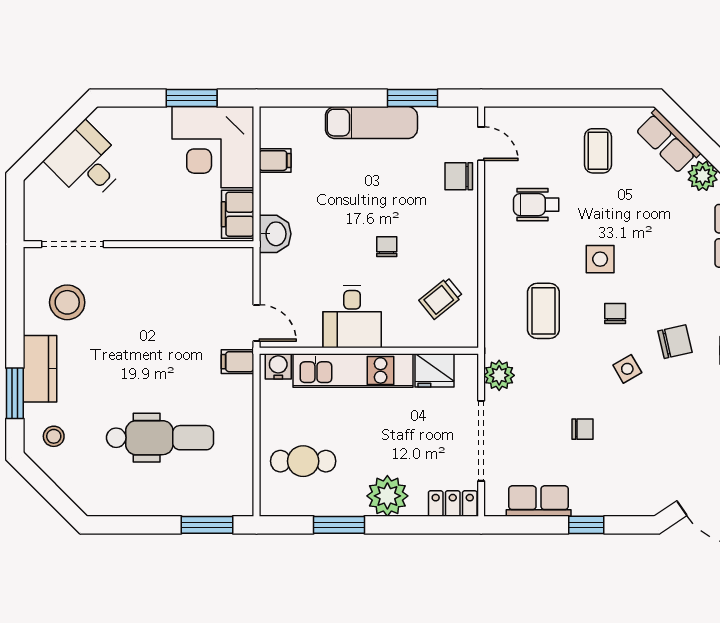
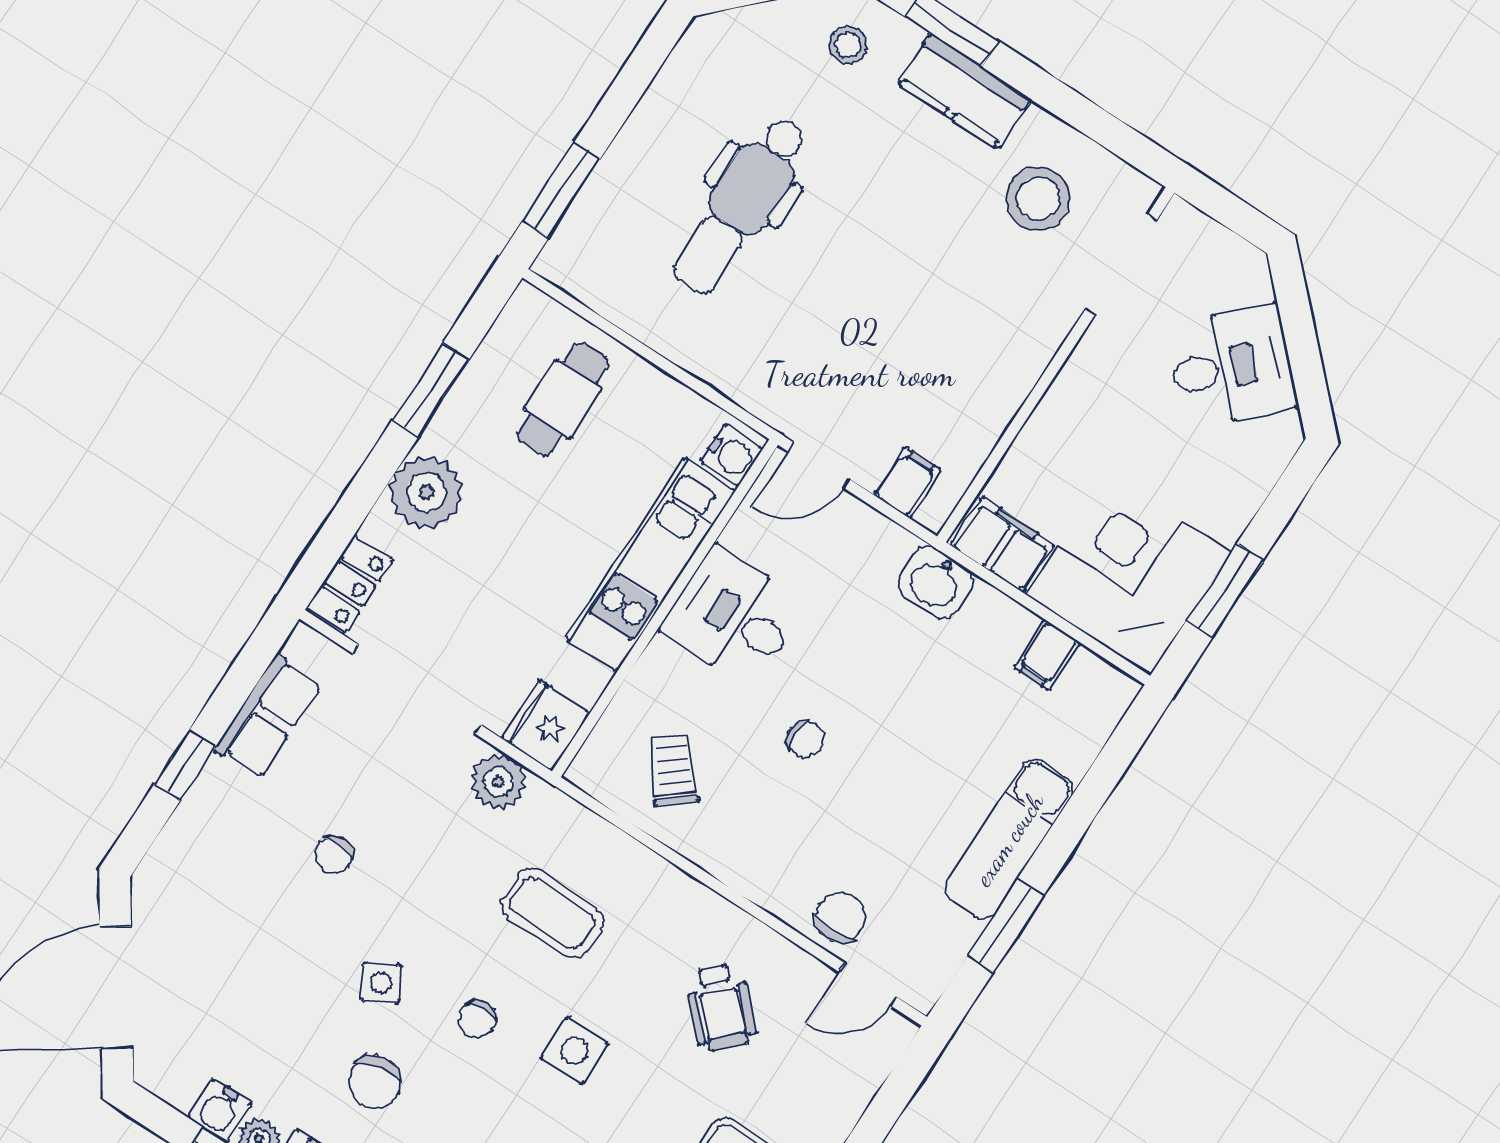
wheelchair: (536, 205) -> (721, 1007), turned 135
chair: (615, 313) -> (477, 1019), turned 90
filing cabinet: (238, 362) -> (908, 482), moved
fridge: (435, 370) -> (546, 726), moved

